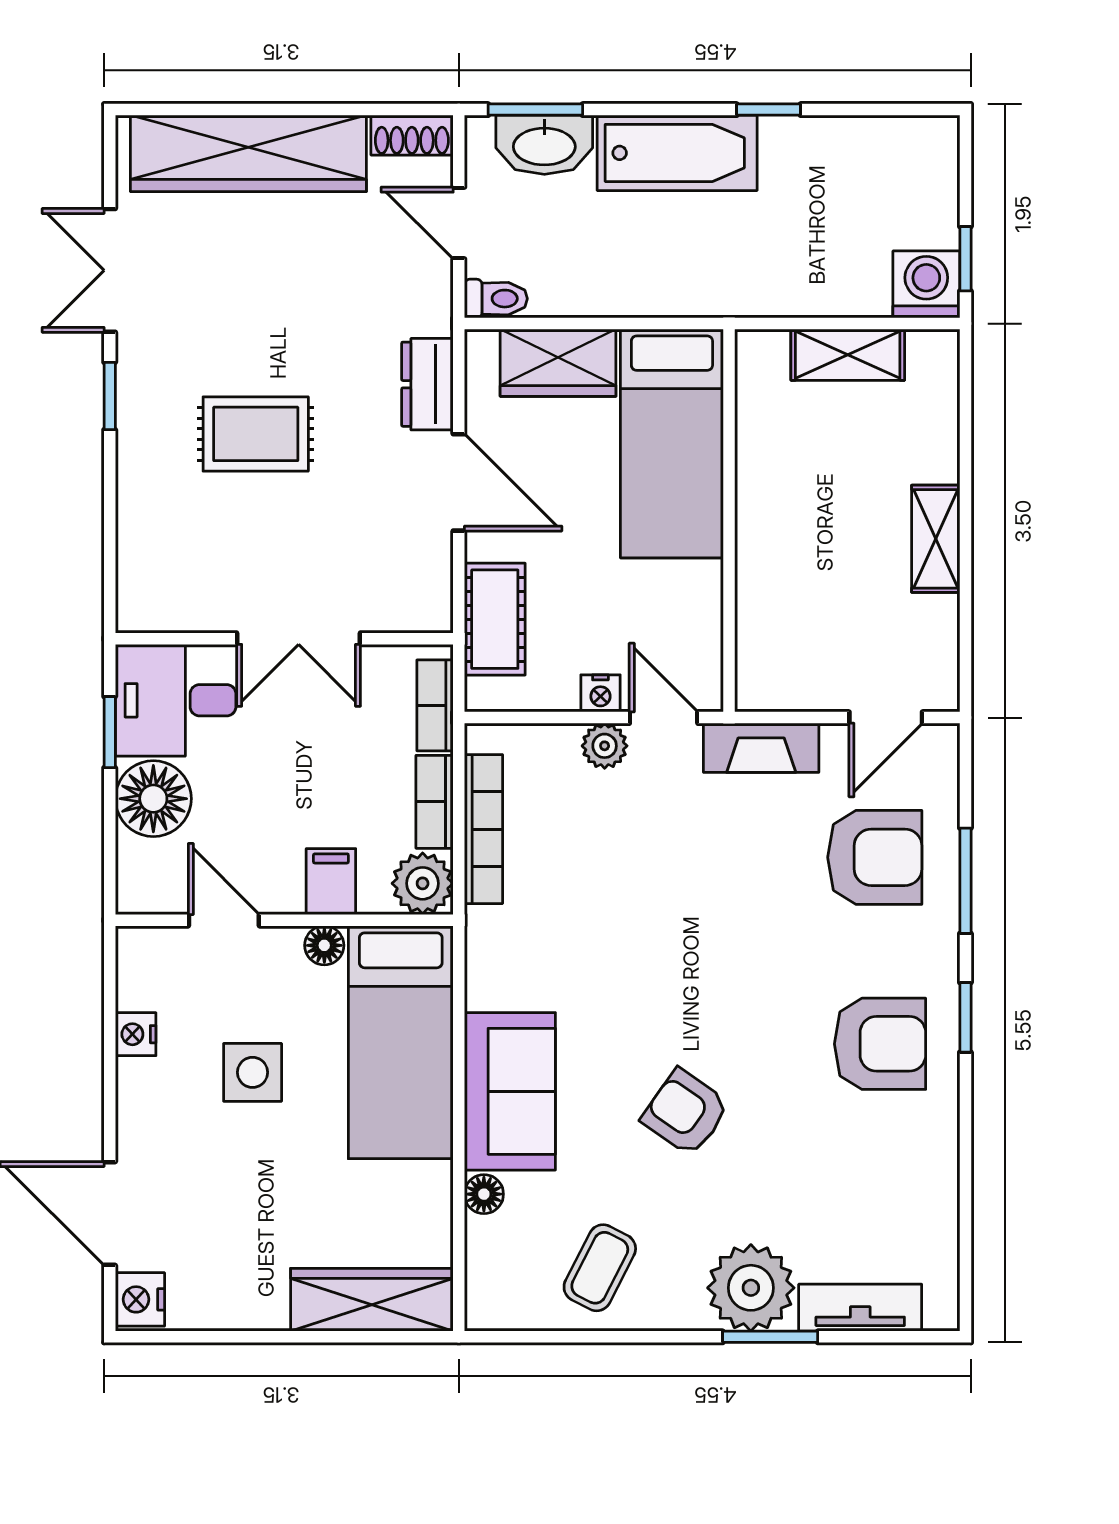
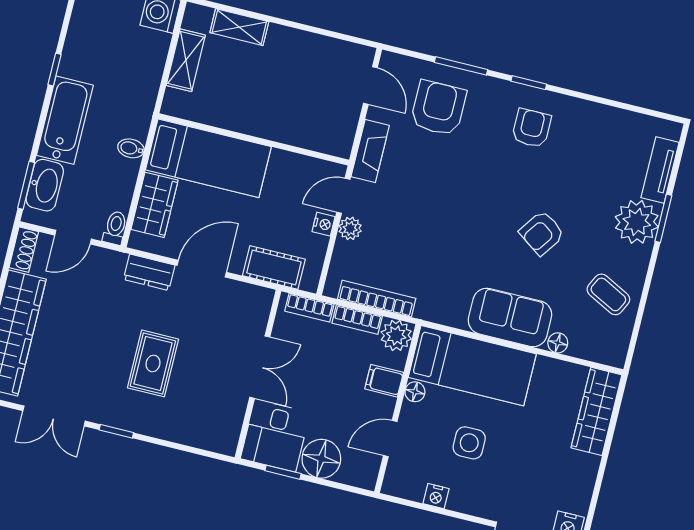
bidet: (654, 292) -> (131, 148), added
shelving: (936, 539) -> (239, 27), moved
armchair: (880, 1044) -> (531, 128), width x0.72, depth x0.72

